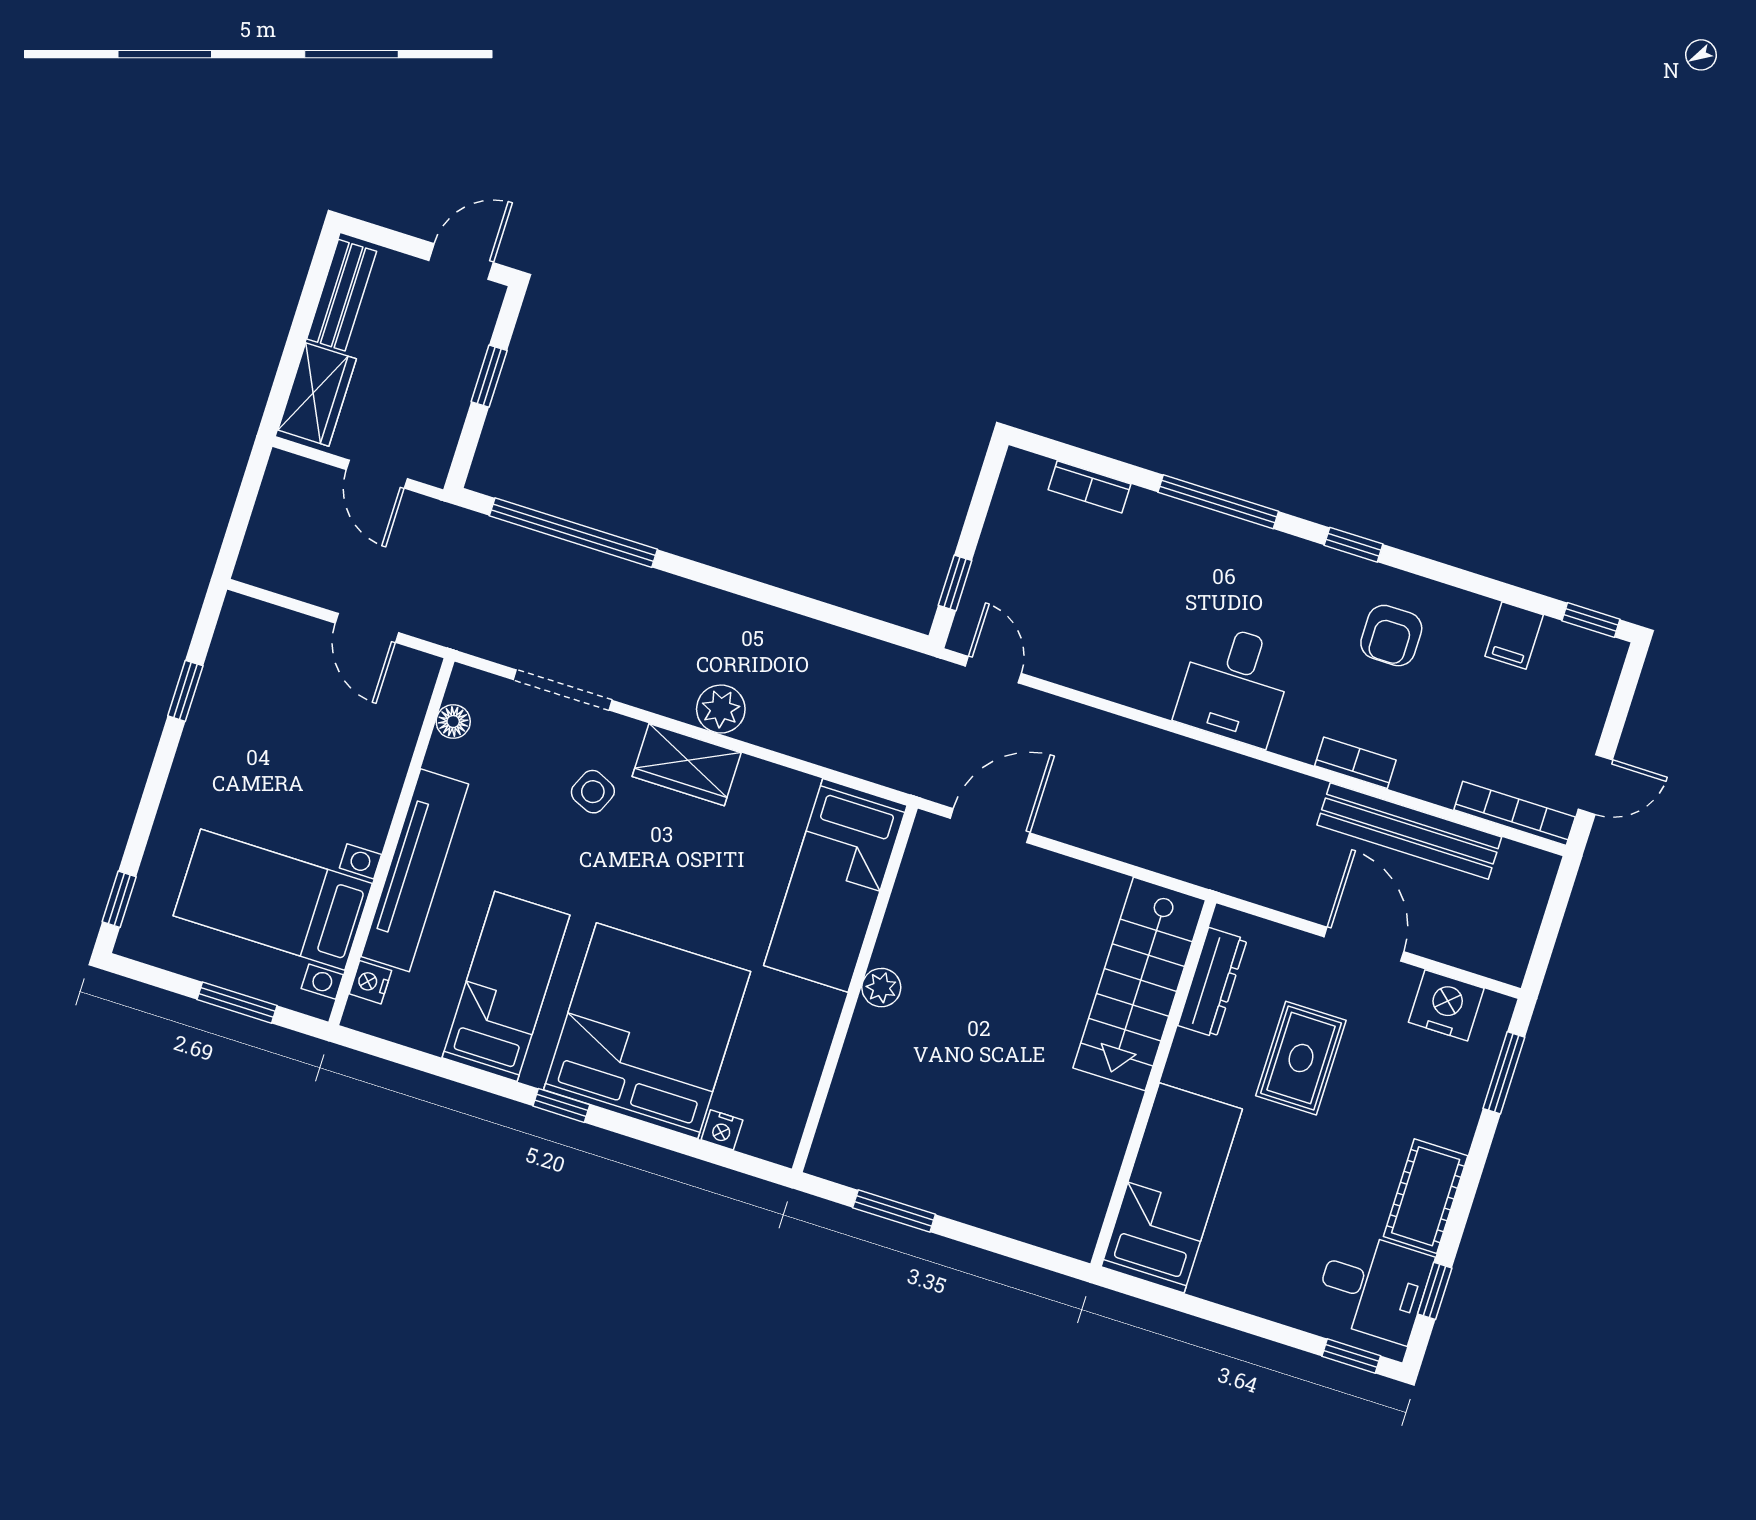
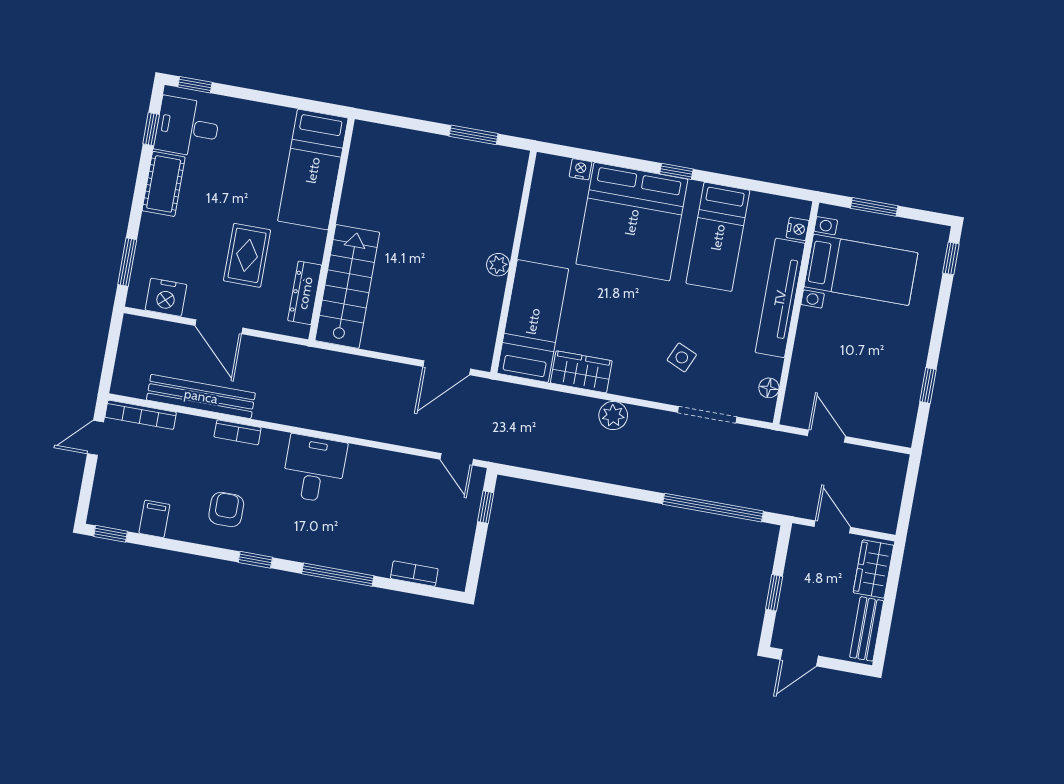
wardrobe: (687, 765) -> (581, 372), moved

